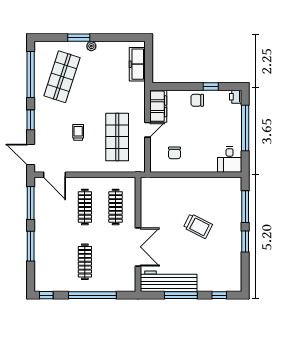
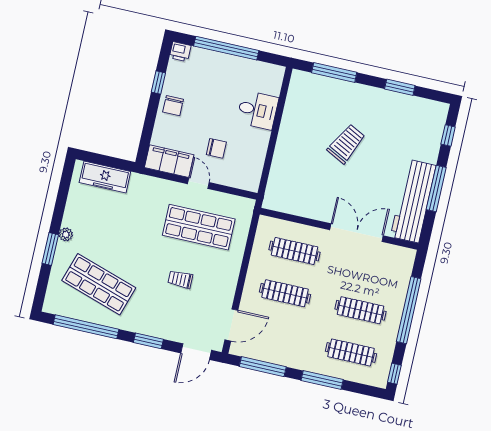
chair: (174, 153) -> (216, 148), moved
desk: (230, 159) -> (258, 110), moved
window: (245, 242) -> (400, 87), moved
clothes rail: (54, 262) -> (351, 352), added

